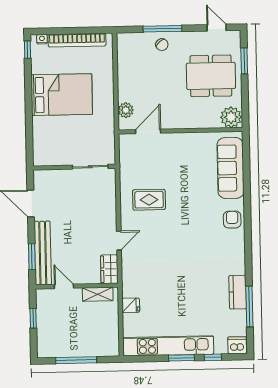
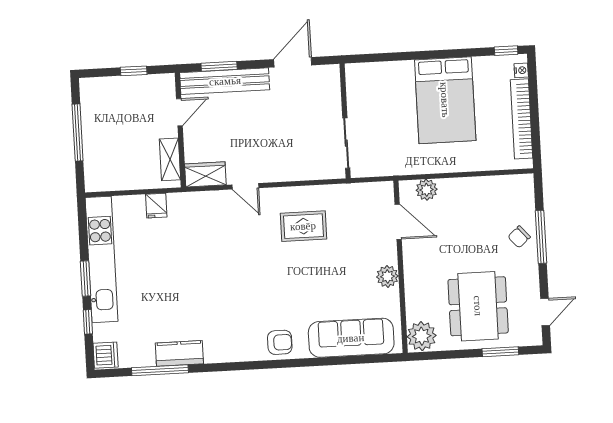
plant: (187, 140) -> (387, 276), added
rug: (149, 200) -> (303, 226), turned 90

